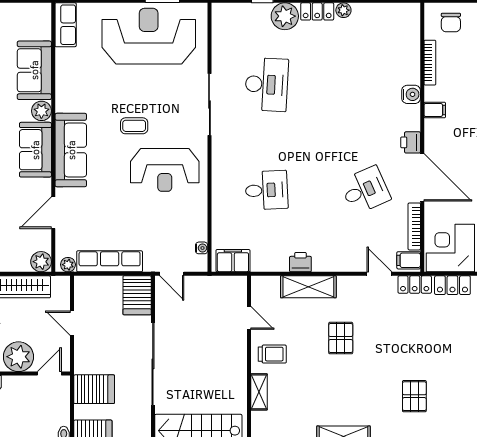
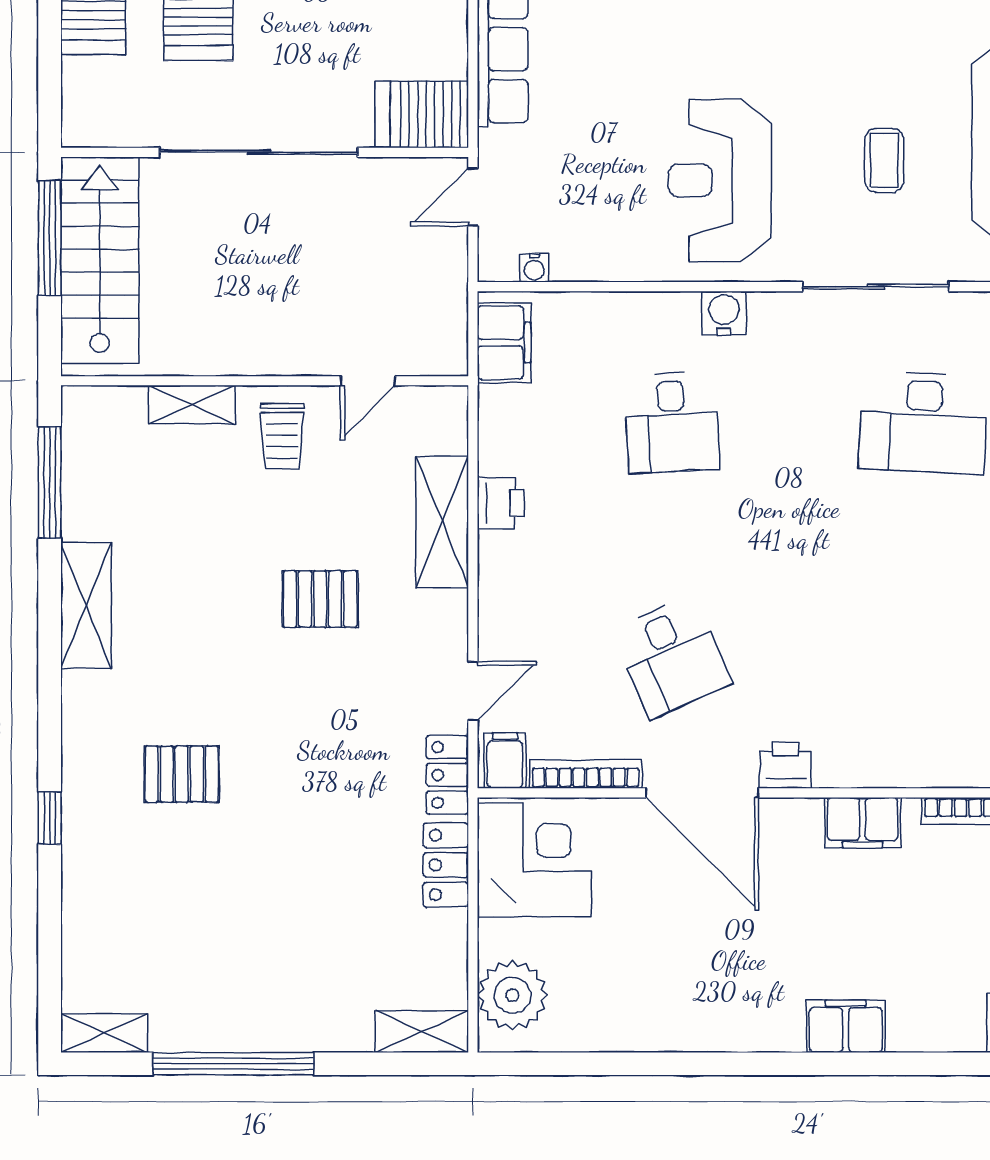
water cooler: (411, 94) -> (724, 313), moved, turned 180
filing cabinet: (435, 110) -> (863, 823), width x2.00
coffee table: (134, 126) -> (884, 160), moved
door: (422, 177) -> (702, 793), hinge flipped

